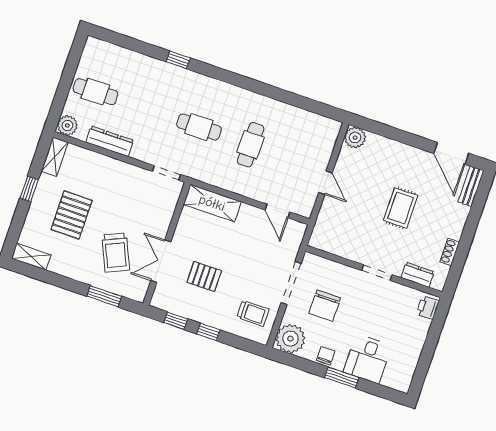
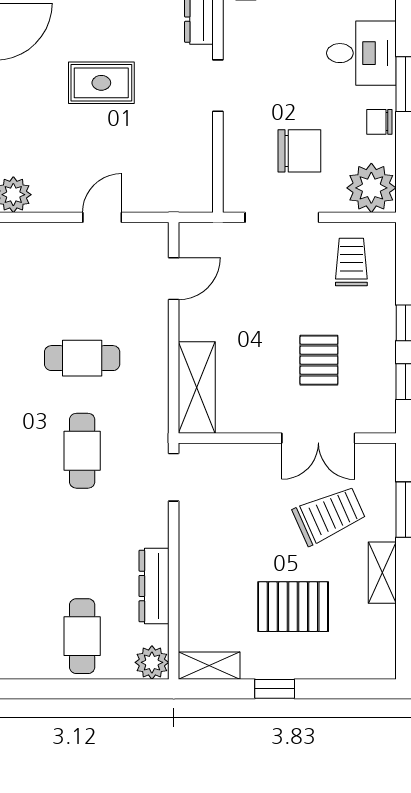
shelving: (31, 257) -> (382, 573), moved

